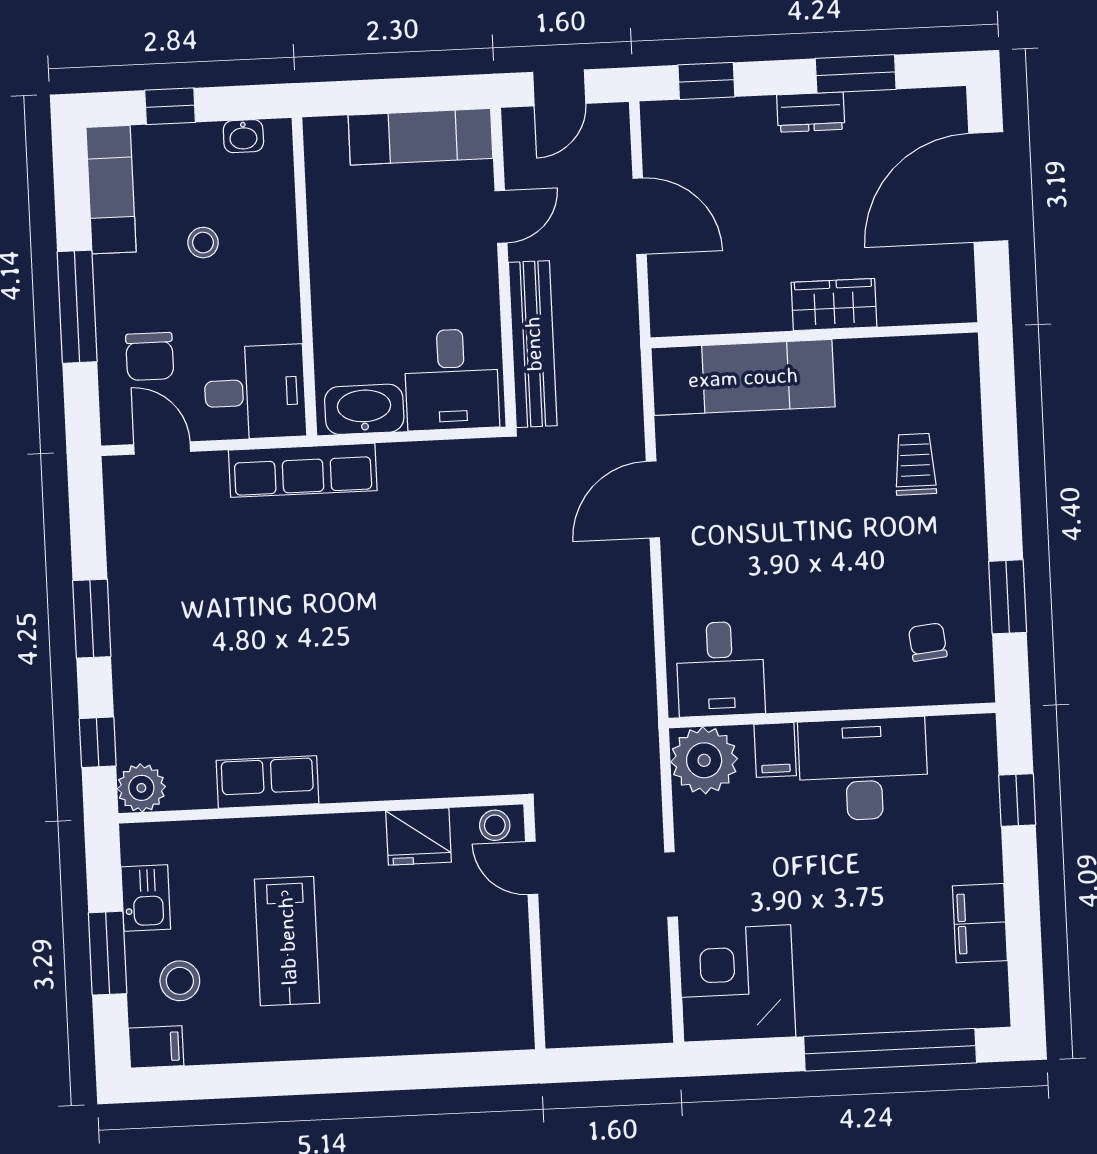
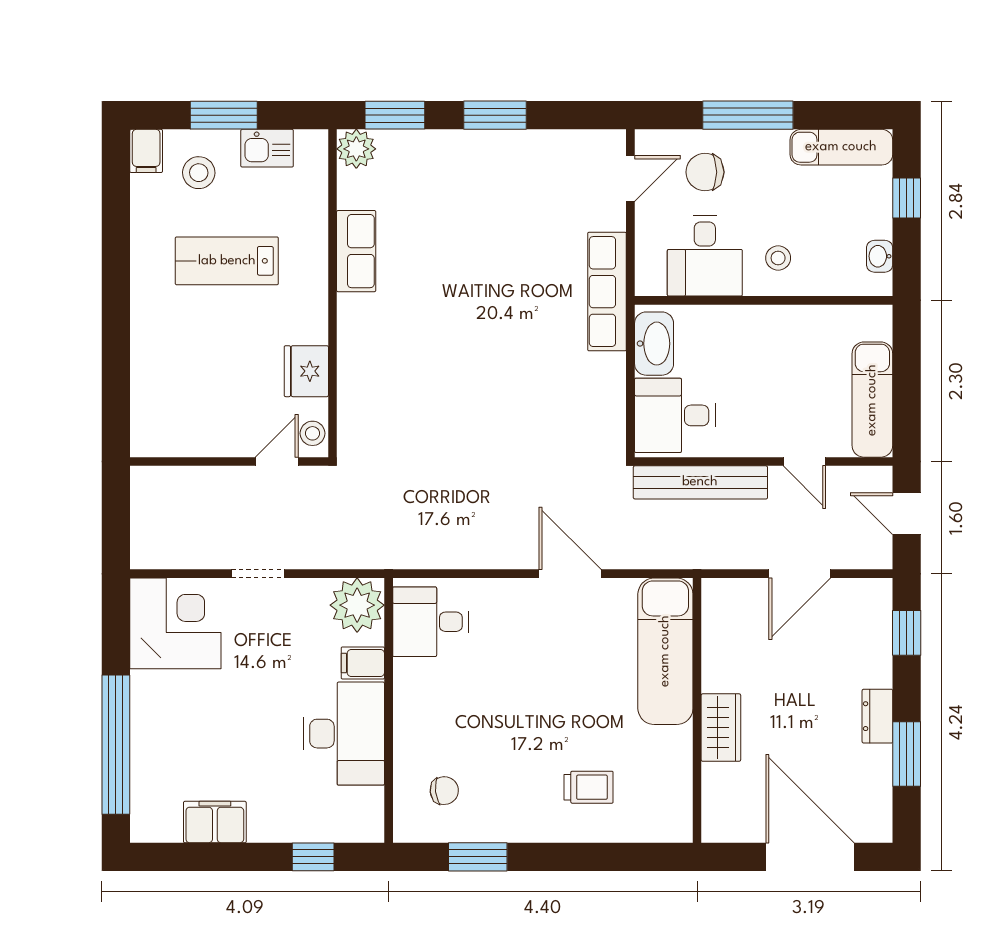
stool: (203, 243) -> (778, 258), moved
desk: (255, 392) -> (705, 256), moved
window: (98, 742) -> (395, 115), width x1.50

